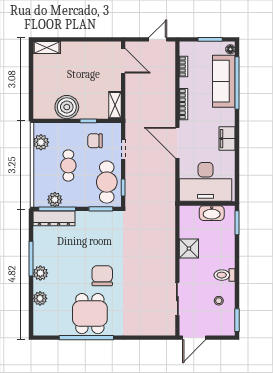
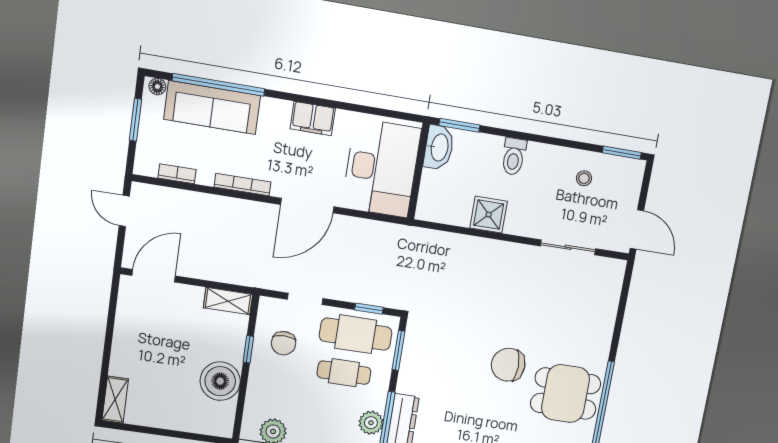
cafe table: (68, 165) -> (344, 373), moved
washbasin: (212, 213) -> (439, 147), moved
toilet: (225, 275) -> (514, 156), moved

